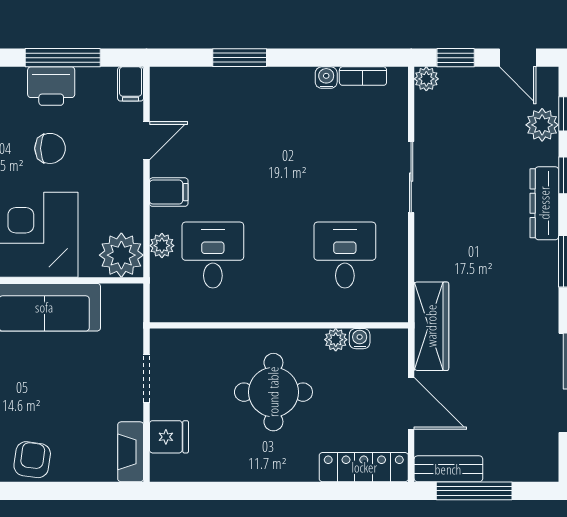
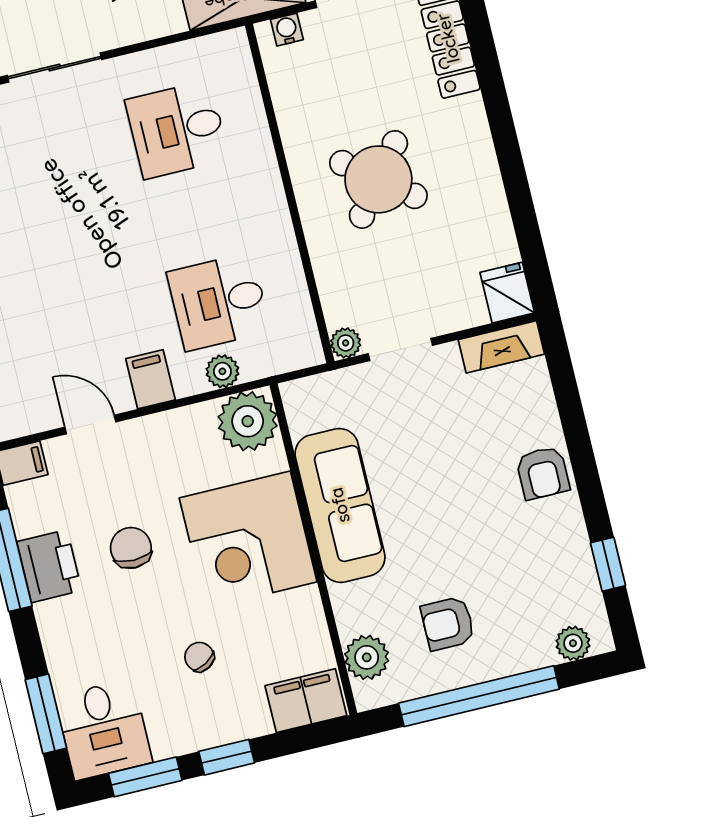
water cooler: (360, 339) -> (287, 30), moved, turned 90
plant: (336, 340) -> (346, 343), moved
round table: (273, 392) -> (378, 179), turned 38
fridge: (169, 437) -> (507, 293), moved
armchair: (32, 460) -> (543, 473), turned -98

